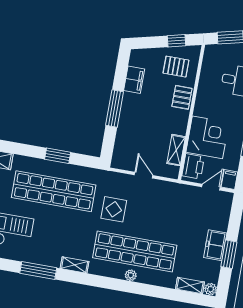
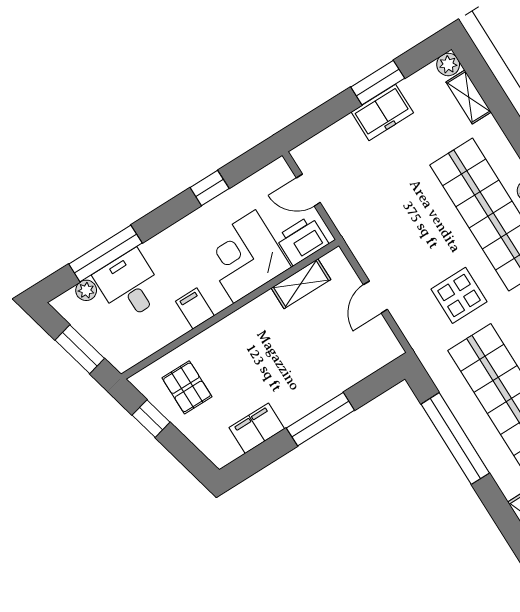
pallet: (182, 97) -> (222, 341), removed
window: (58, 156) -> (455, 439), width x2.11
filing cabinet: (229, 179) -> (195, 308), moved, turned 90

